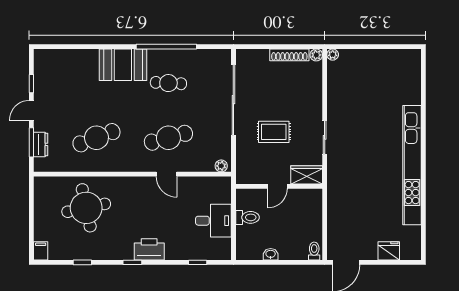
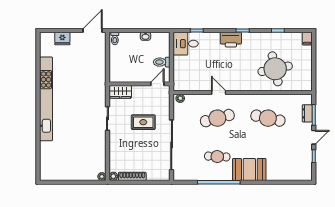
cafe table: (96, 138) -> (268, 118), turned 33
door: (277, 186) -> (157, 84), moved
desk: (213, 221) -> (186, 44), moved

